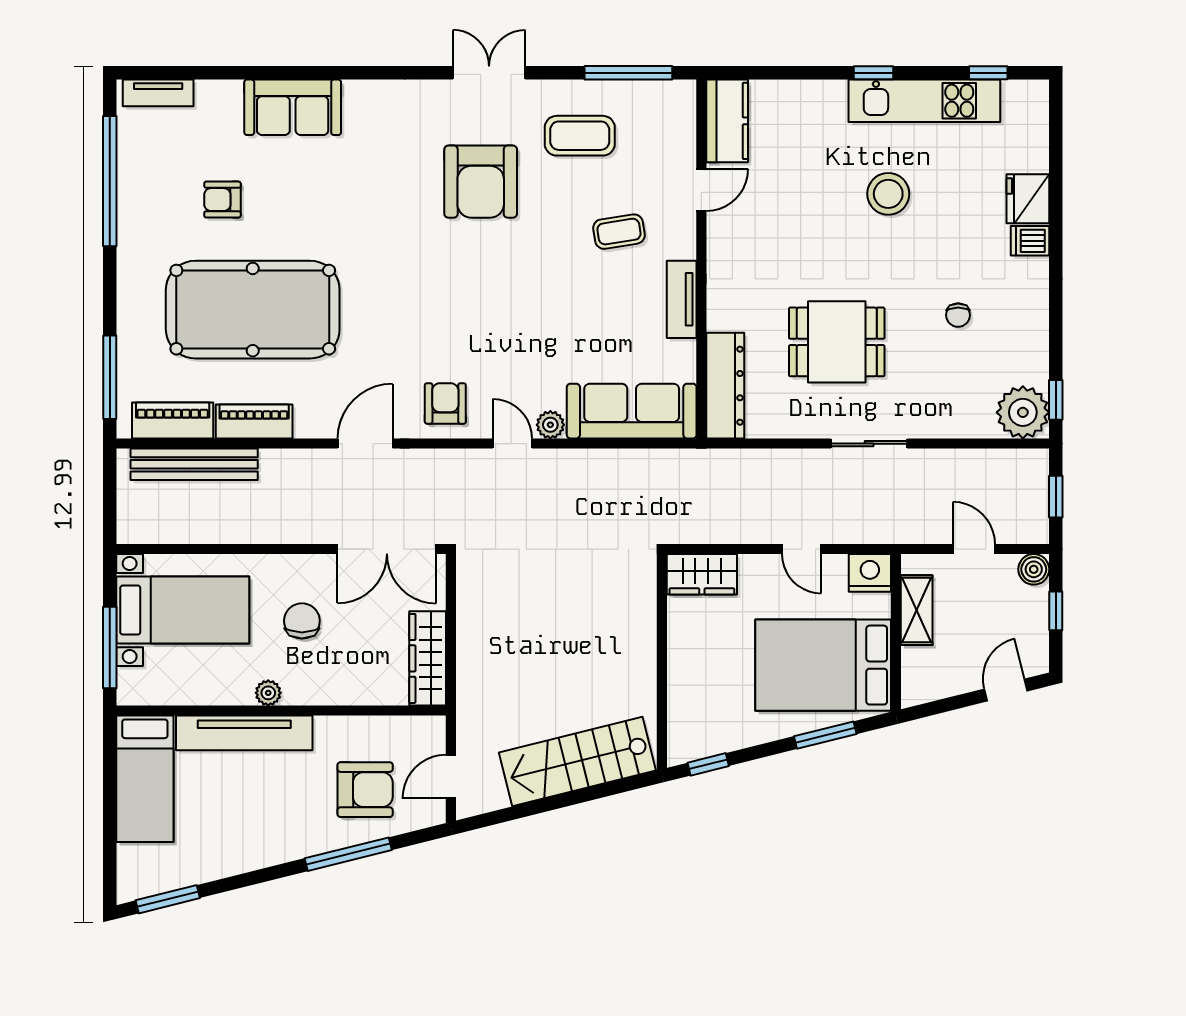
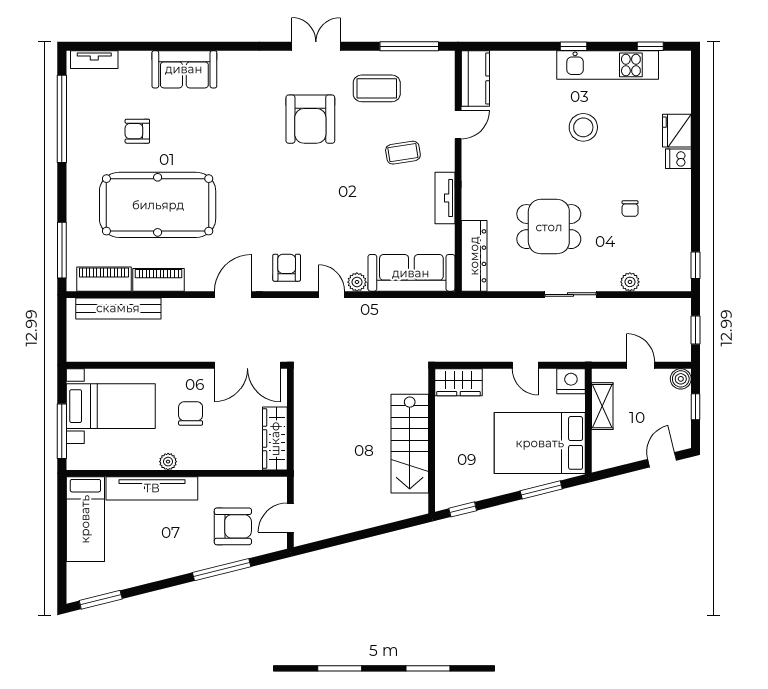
plant: (1023, 412) -> (630, 282), moved, width x0.53, depth x0.53
stairs: (577, 761) -> (410, 444), moved, turned -76

